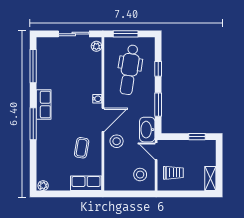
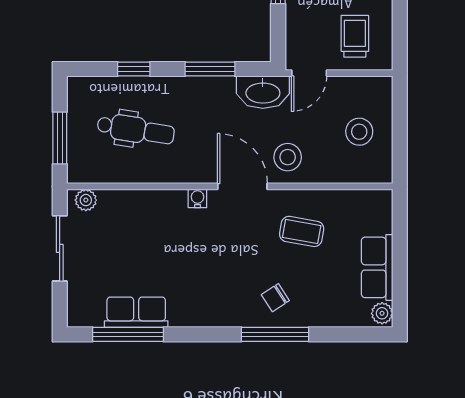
dental chair: (129, 70) -> (136, 130), width x0.73, depth x0.72
row of seats: (44, 104) -> (136, 312), moved
window: (33, 124) -> (275, 334), moved
chair: (51, 135) -> (275, 298), added
stool: (140, 175) -> (359, 132), moved
row of seats: (86, 183) -> (377, 267), moved

